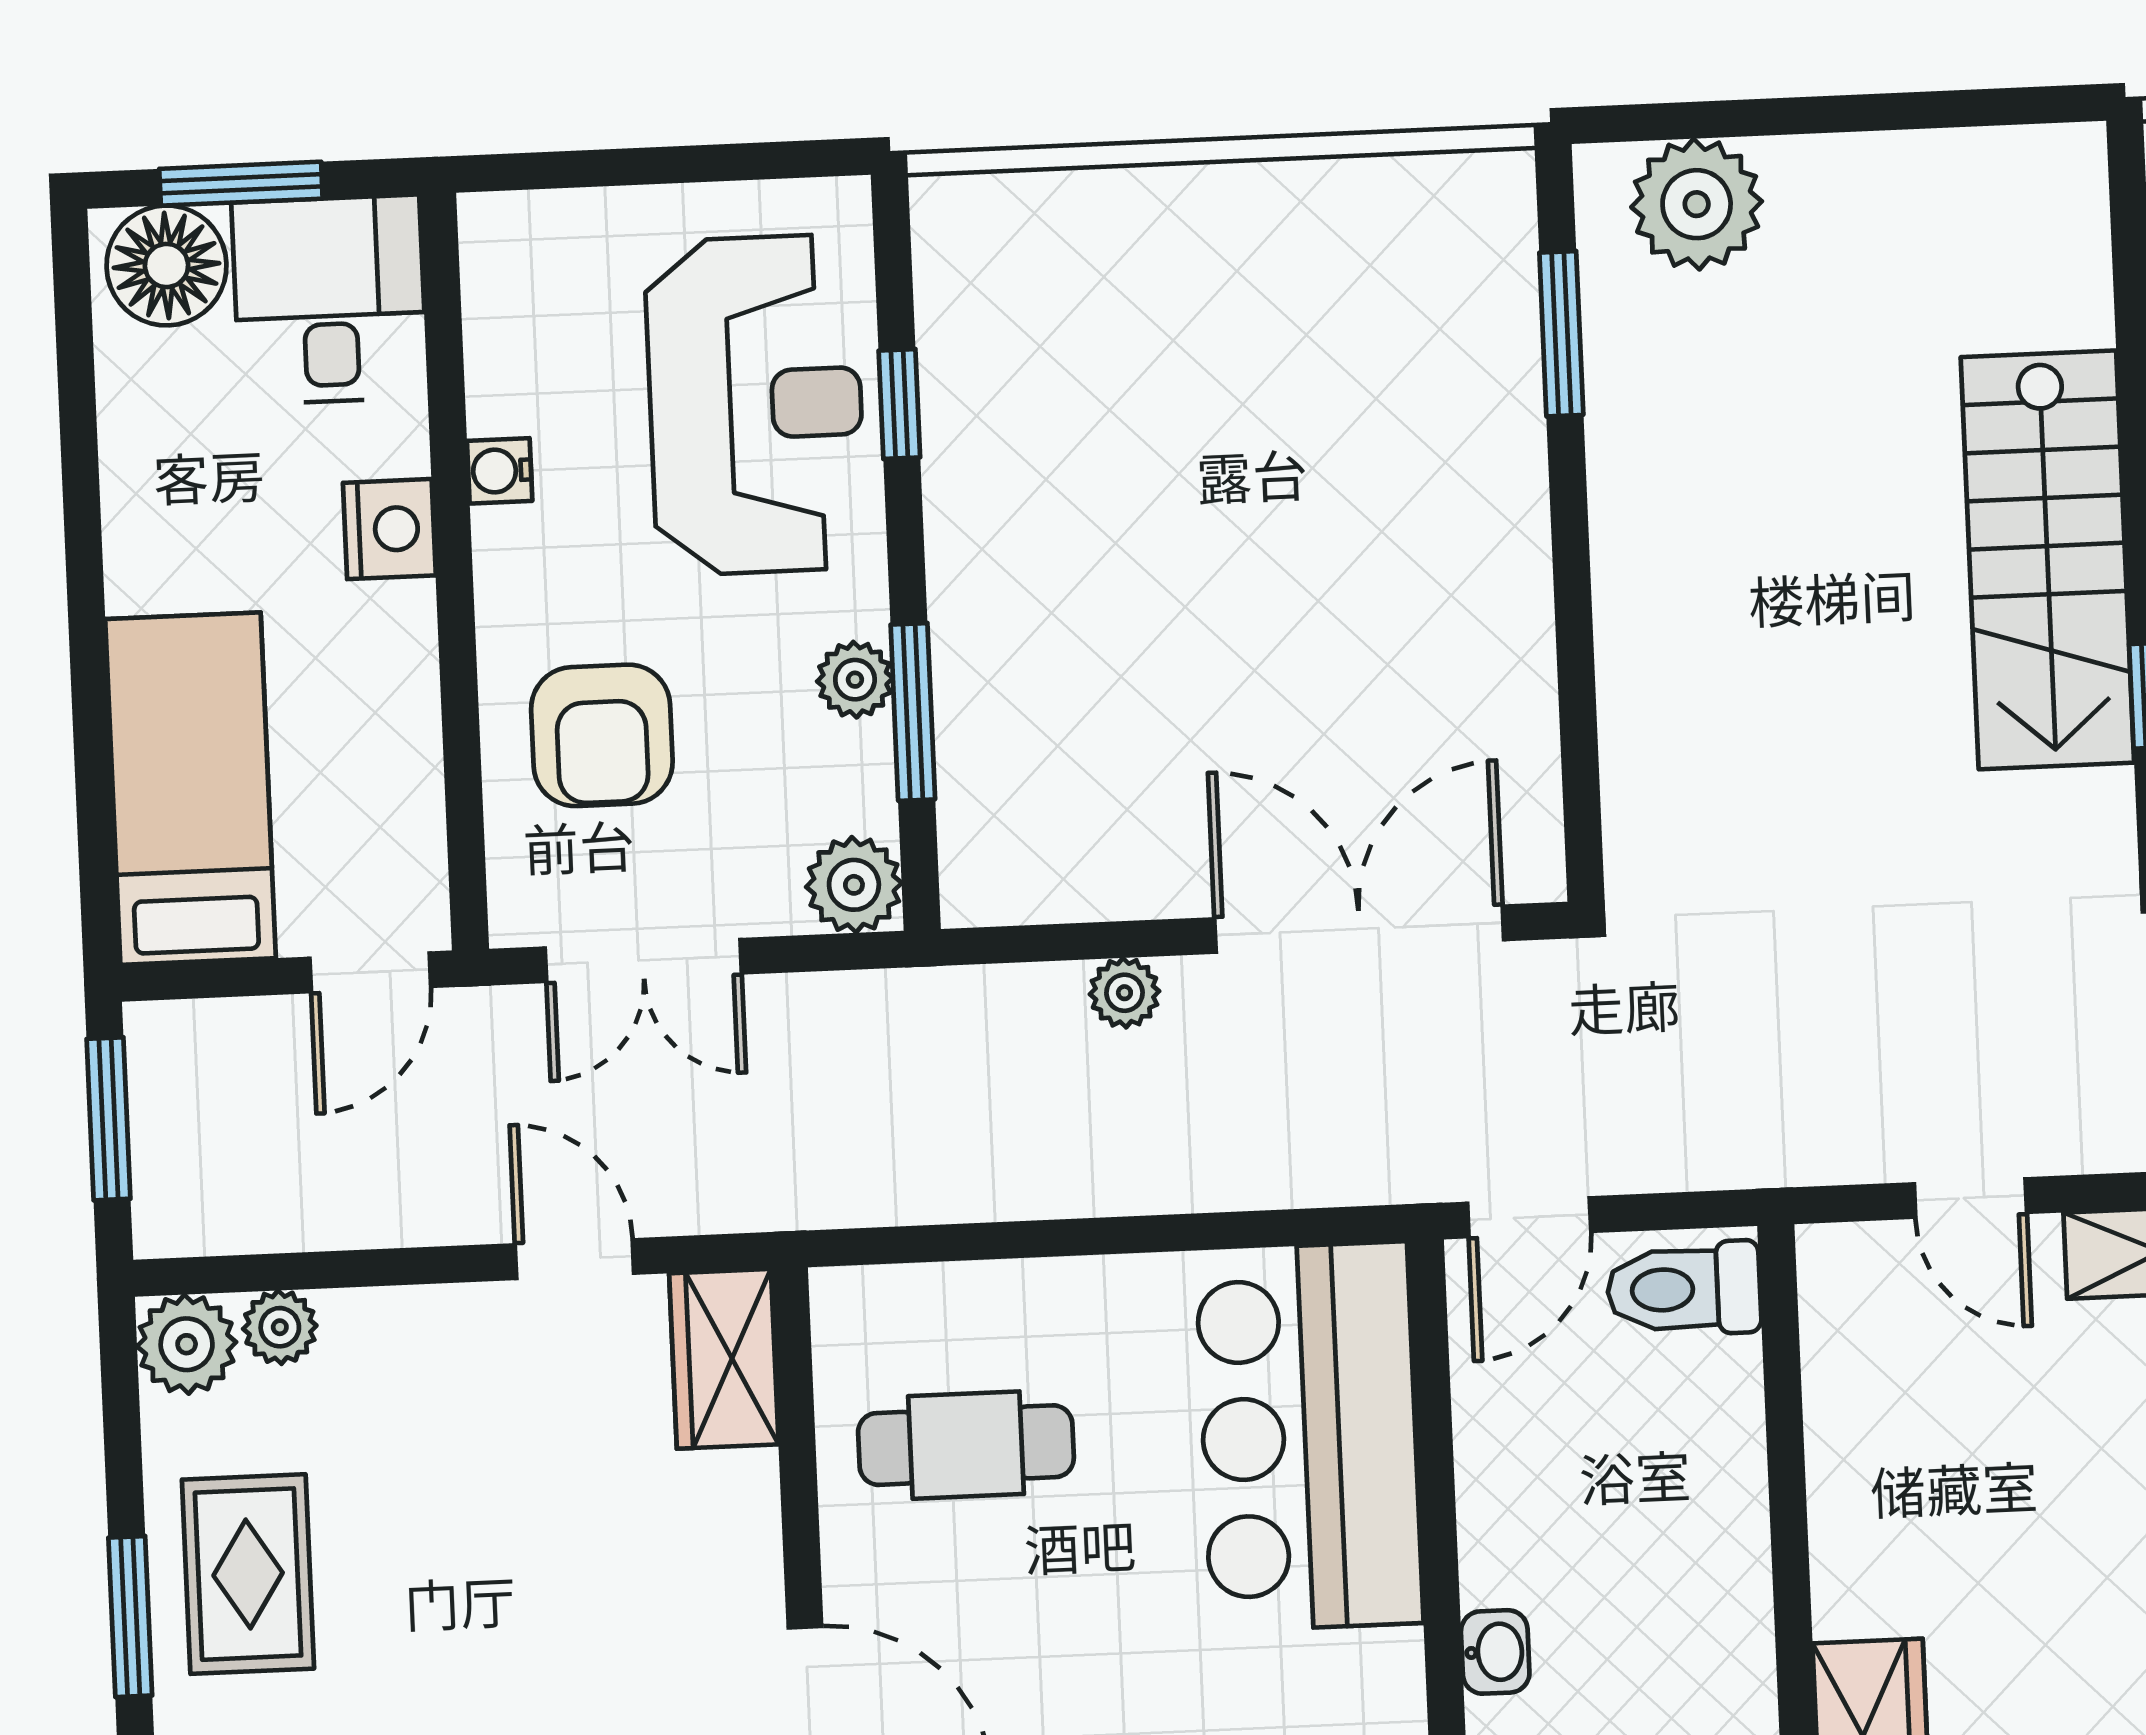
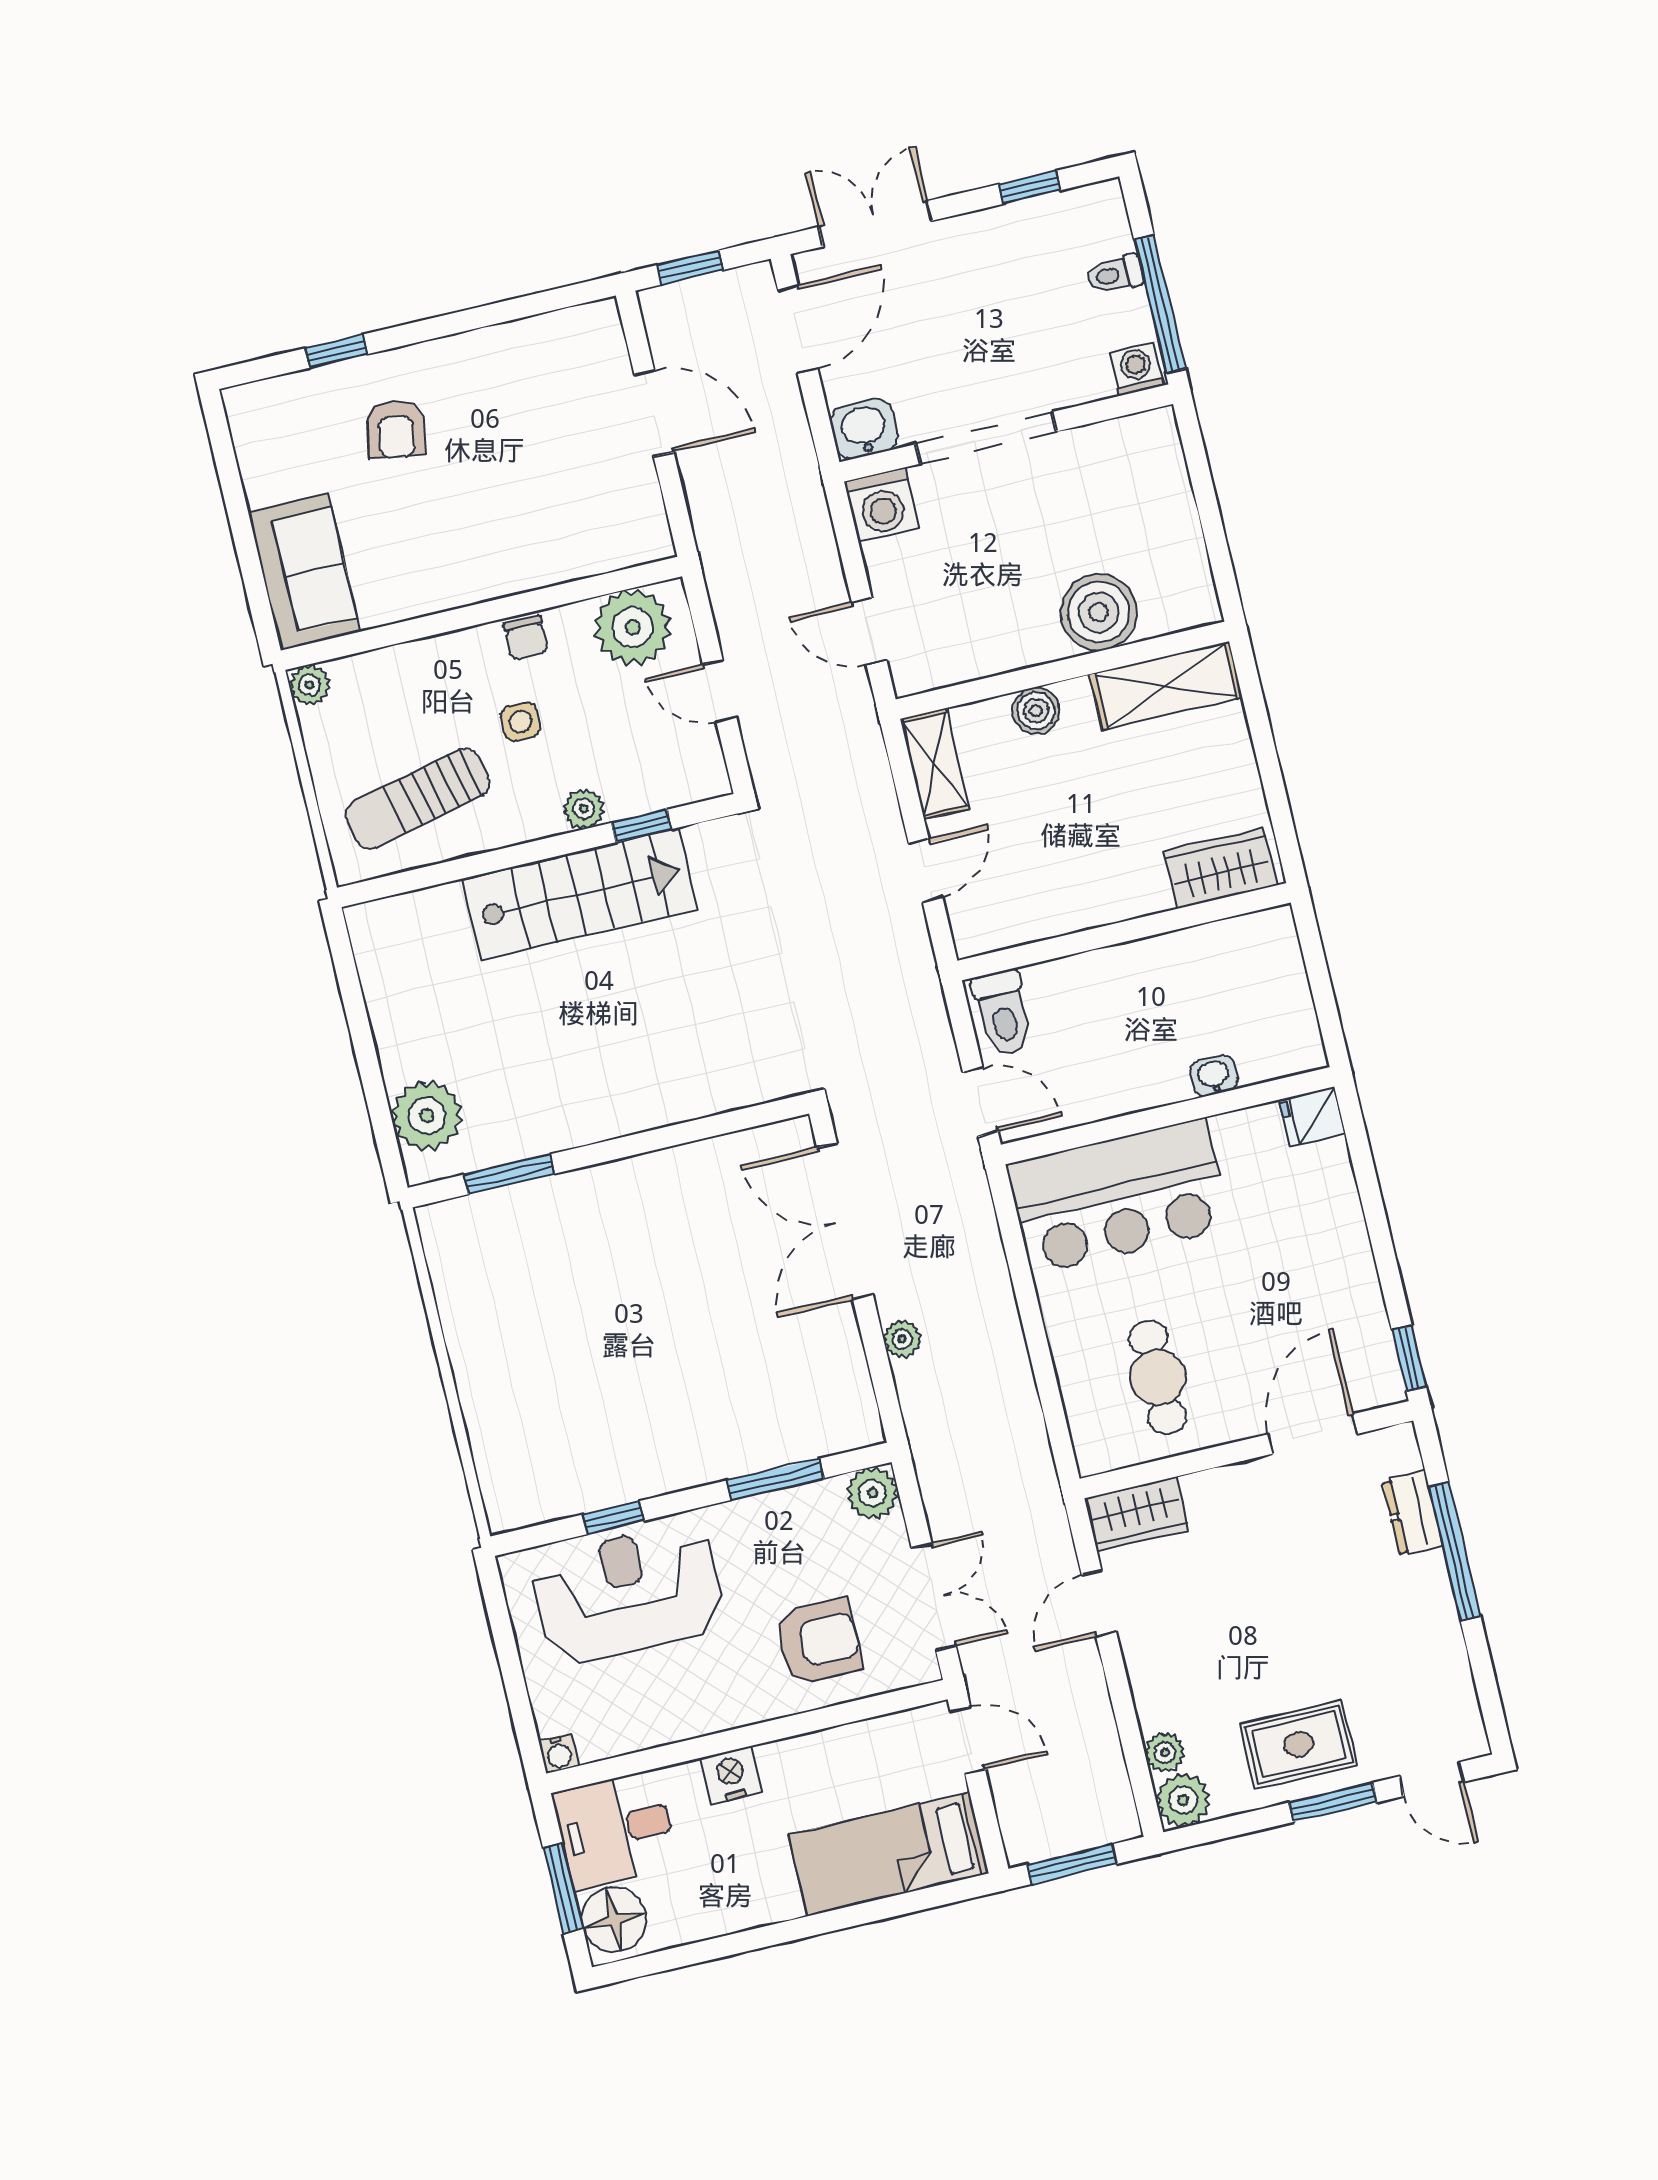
water cooler: (500, 471) -> (559, 1753), moved
plant: (855, 680) -> (764, 1513), removed

